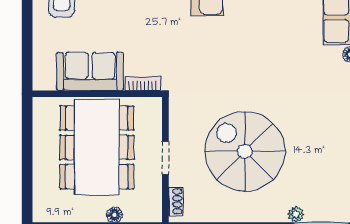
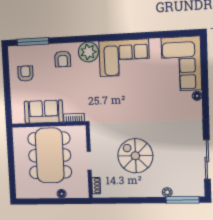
spiral stairs: (245, 151) -> (135, 156), width x0.73, depth x0.73

